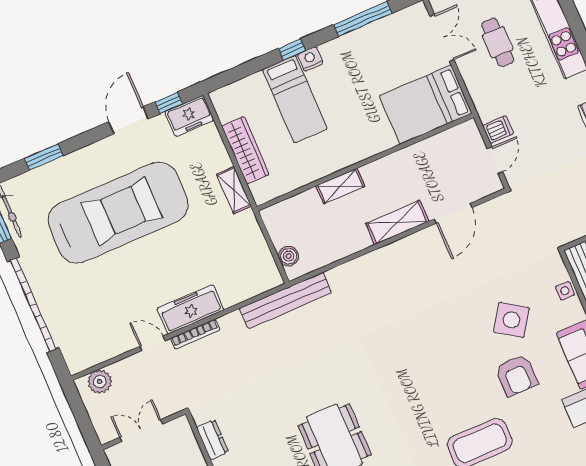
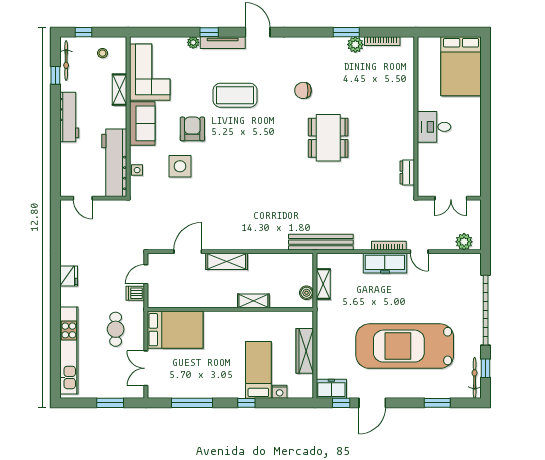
cafe table: (498, 42) -> (116, 329), moved
nightstand: (310, 59) -> (280, 392), moved
shelving: (234, 190) -> (323, 284), moved
boiler: (289, 256) -> (306, 293), moved
side table: (511, 320) -> (180, 166), turned -34

